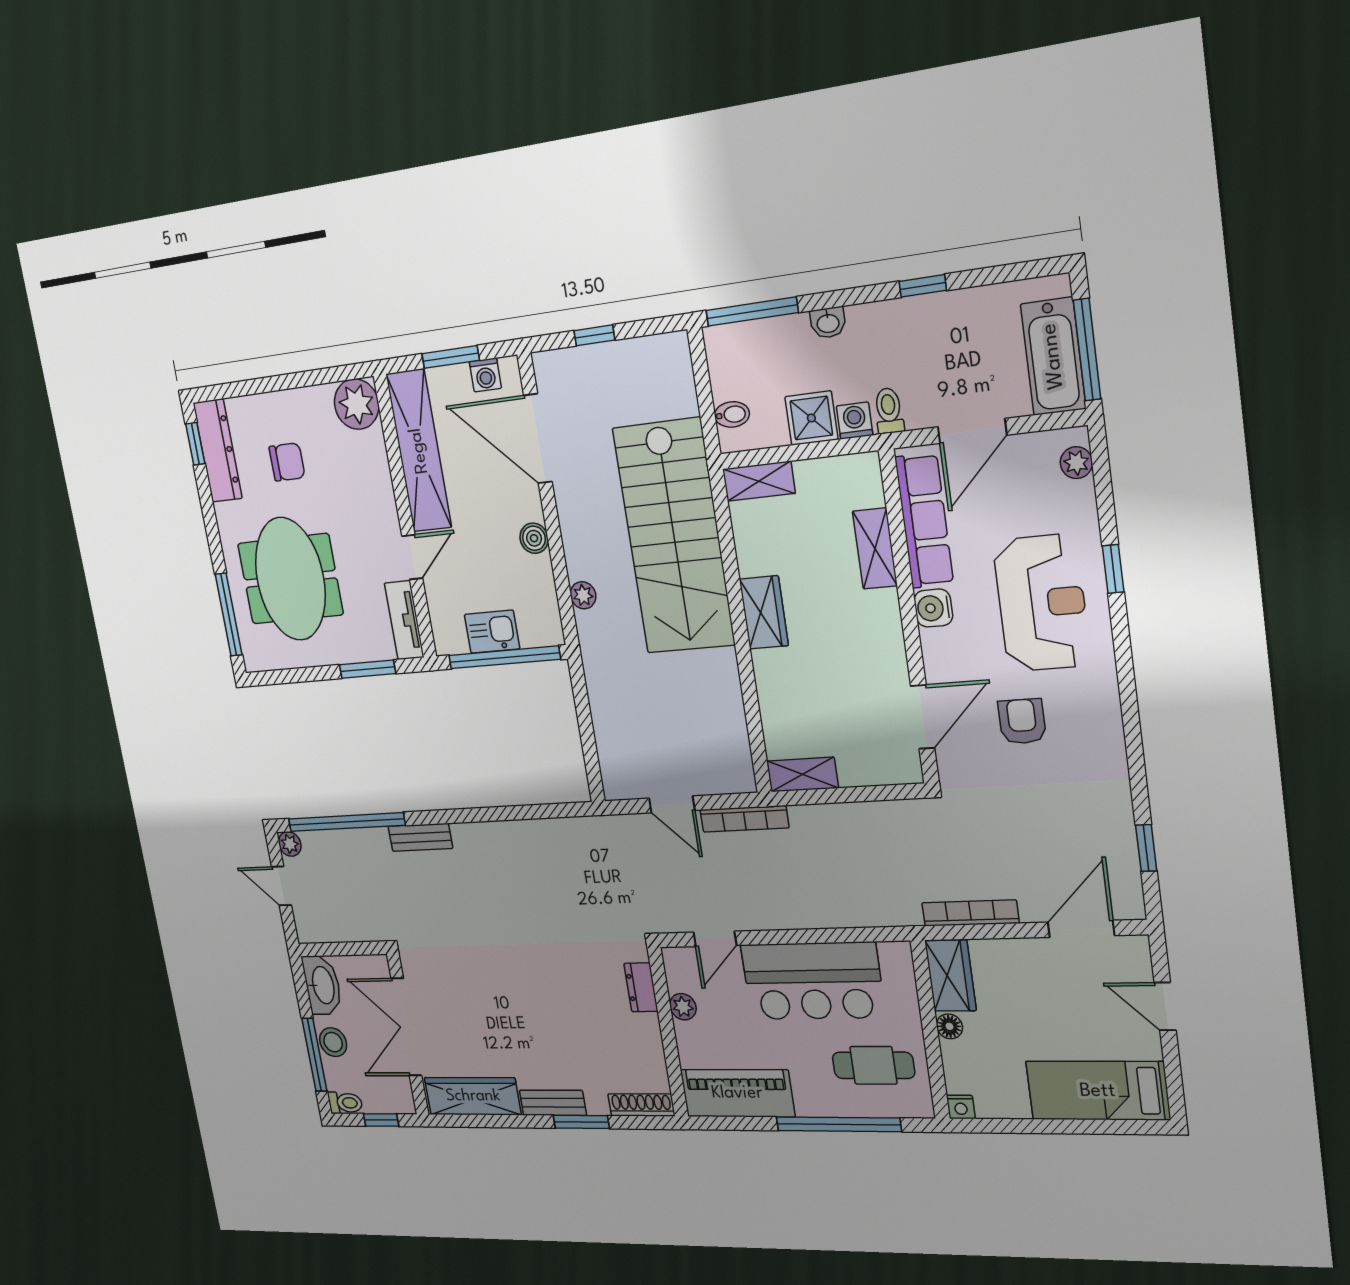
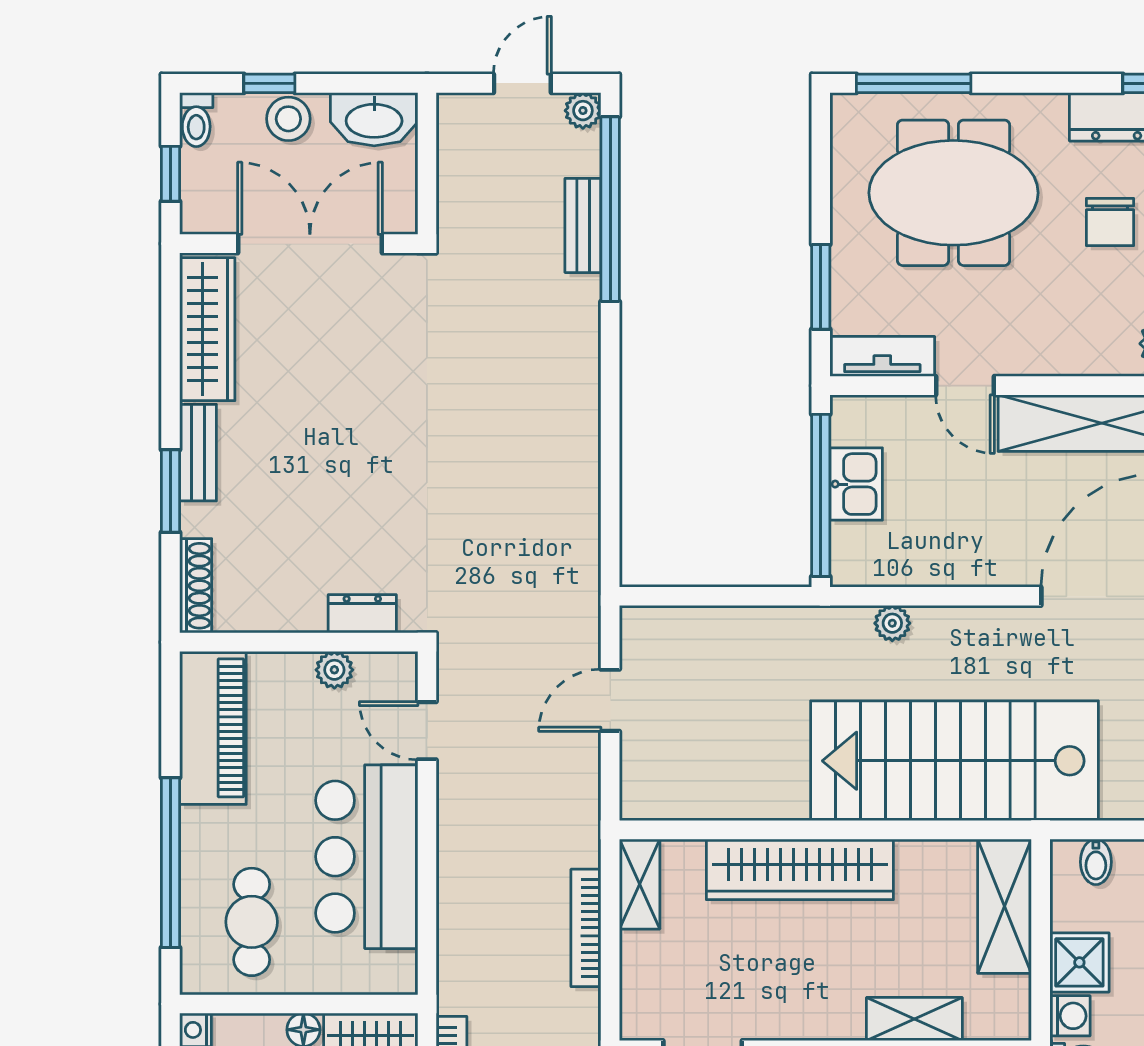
shelving: (759, 481) -> (1005, 906), width x1.50, depth x1.33
boiler: (534, 538) -> (972, 567), removed
wardrobe: (764, 612) -> (800, 869), width x2.10, depth x1.17
bookcase: (744, 819) -> (586, 928), moved
bench: (420, 837) -> (583, 225), moved
window: (314, 1055) -> (269, 83), width x0.46

